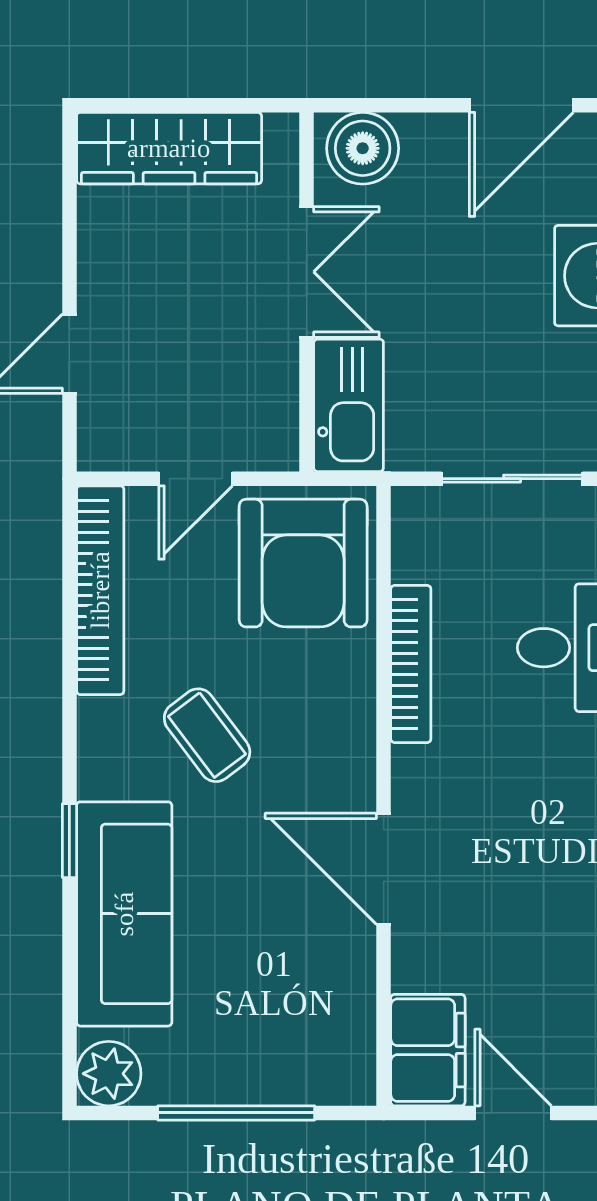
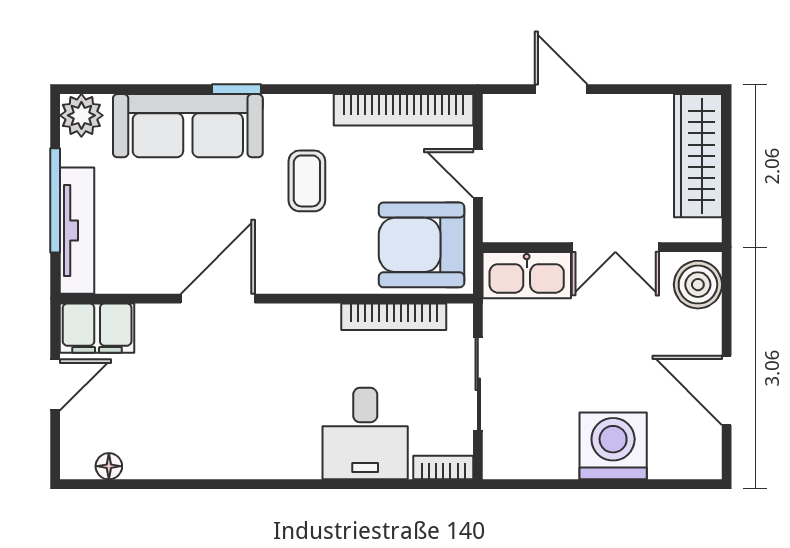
bookcase: (411, 664) -> (394, 317), moved
coffee table: (207, 735) -> (307, 181), turned -53
tv unit: (282, 1080) -> (77, 231), added

